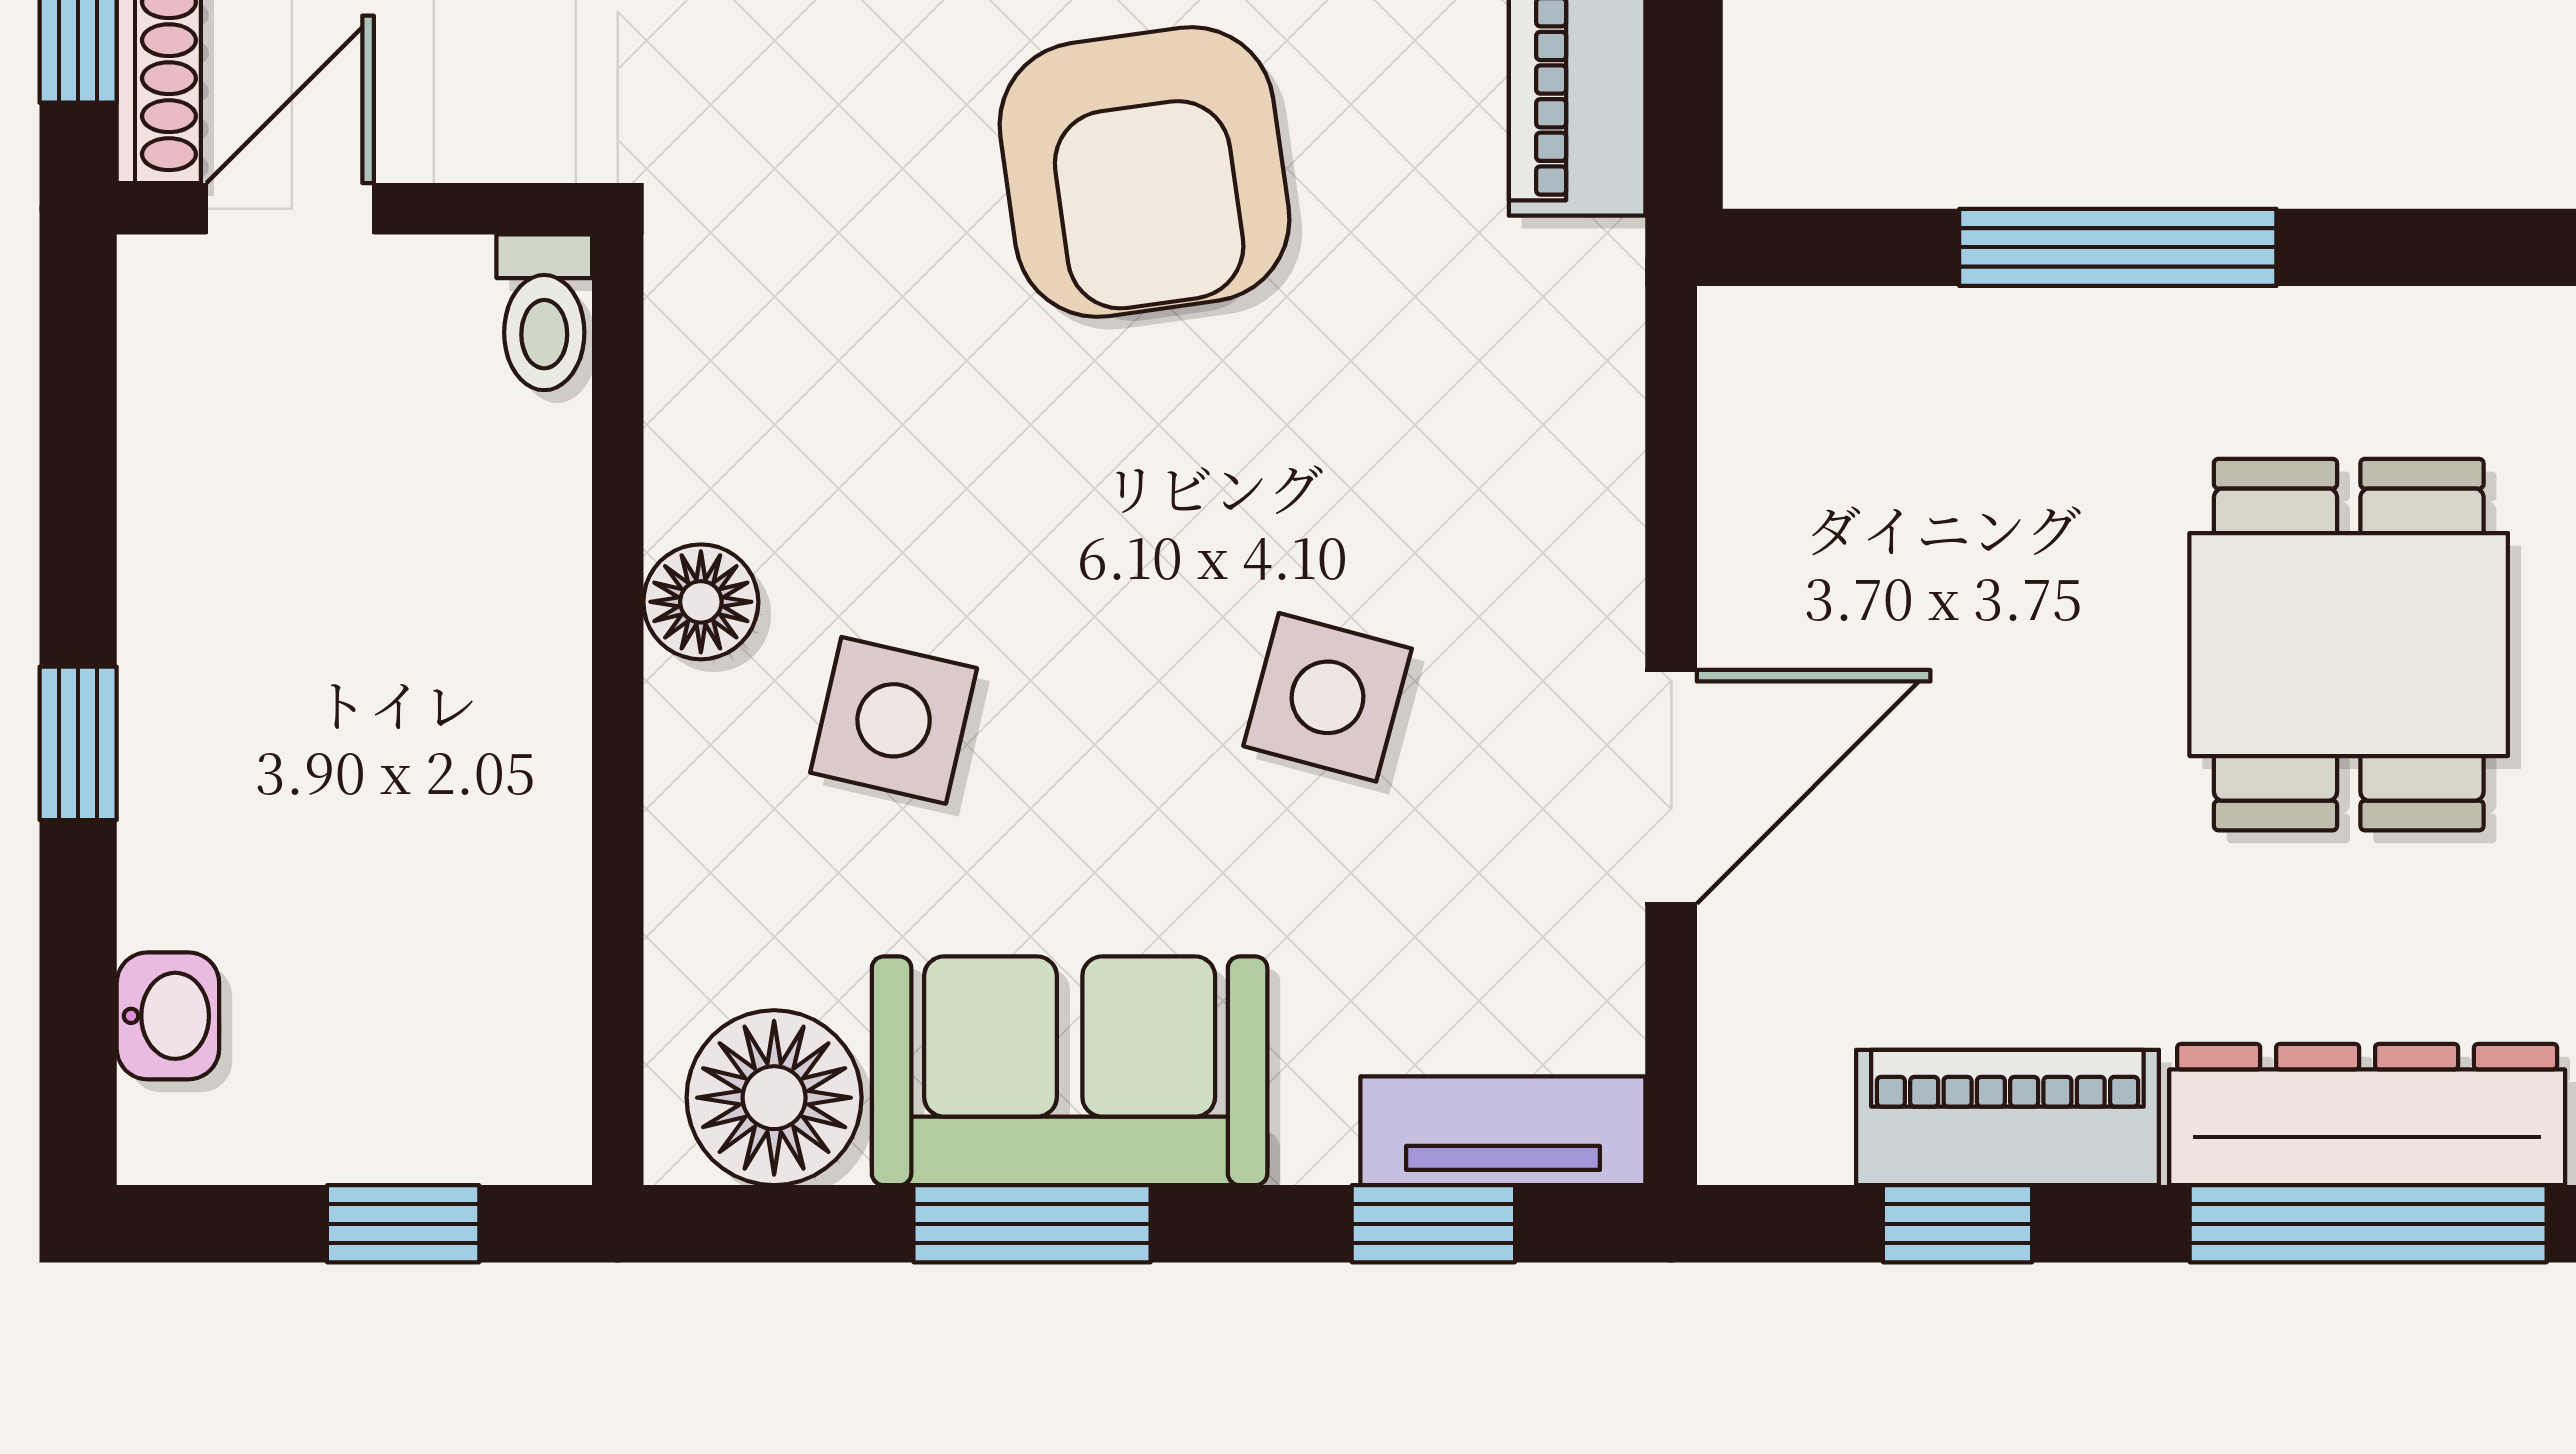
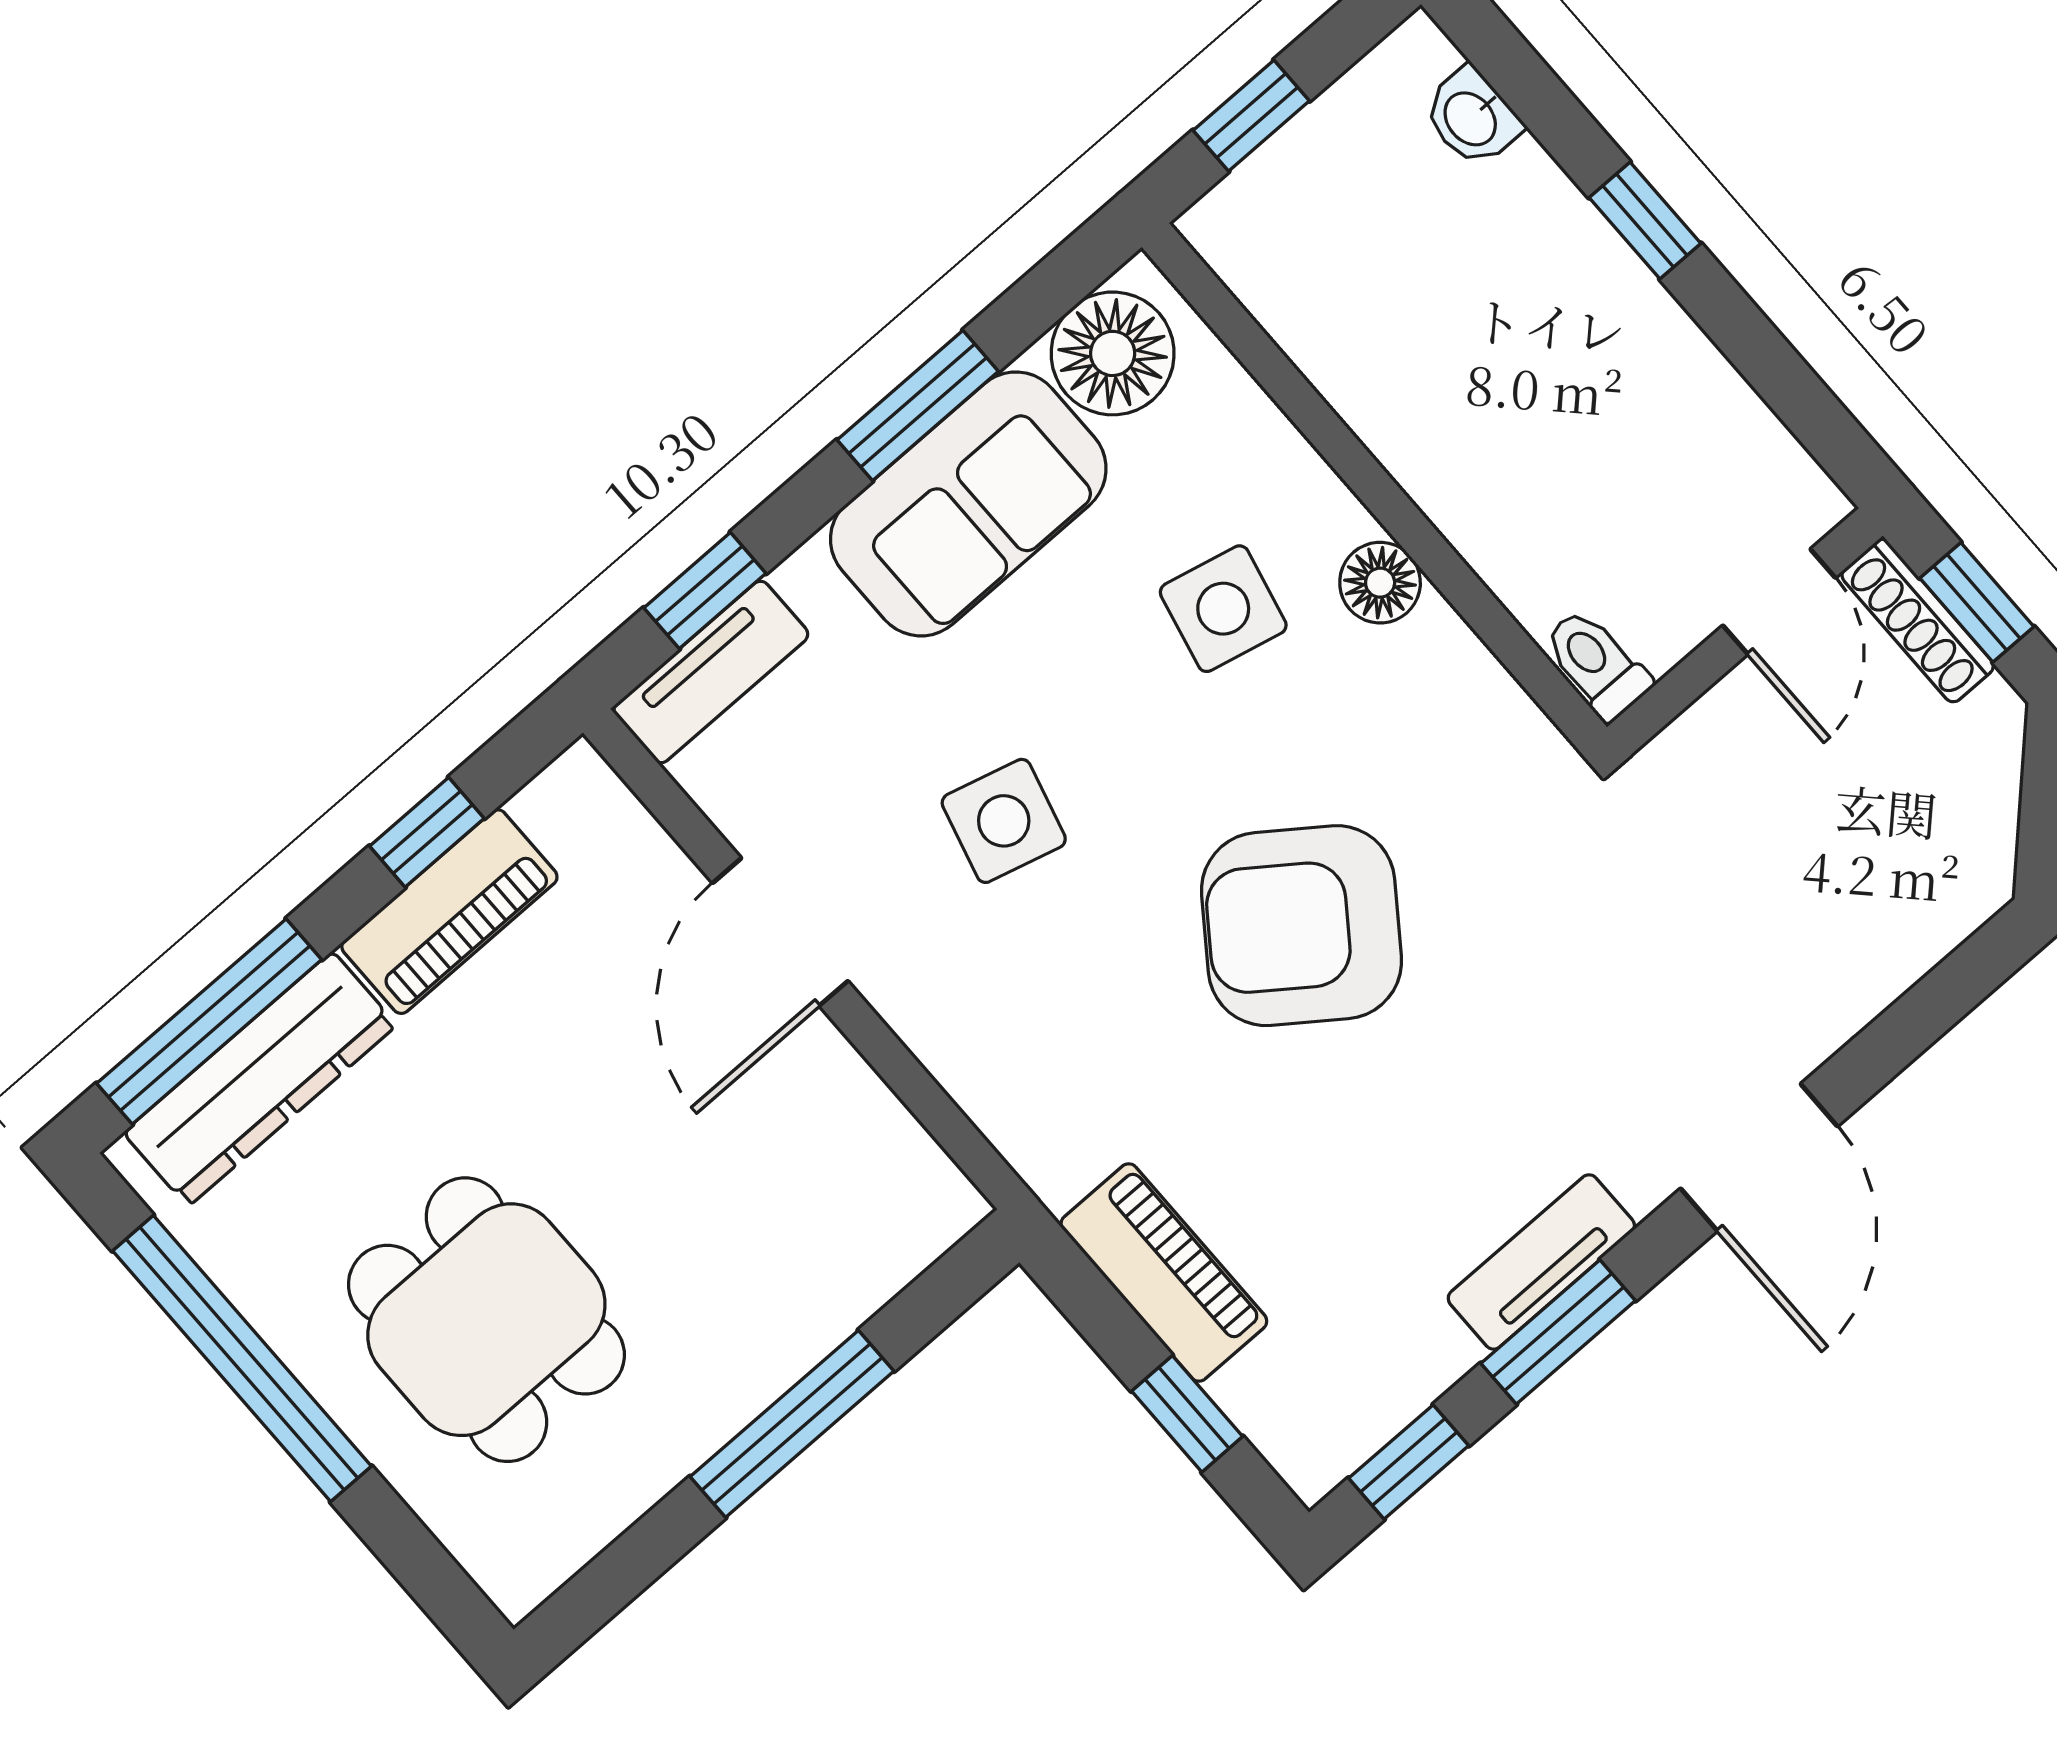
armchair: (1144, 172) -> (1302, 926), moved, turned -46

